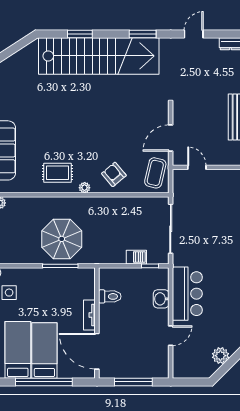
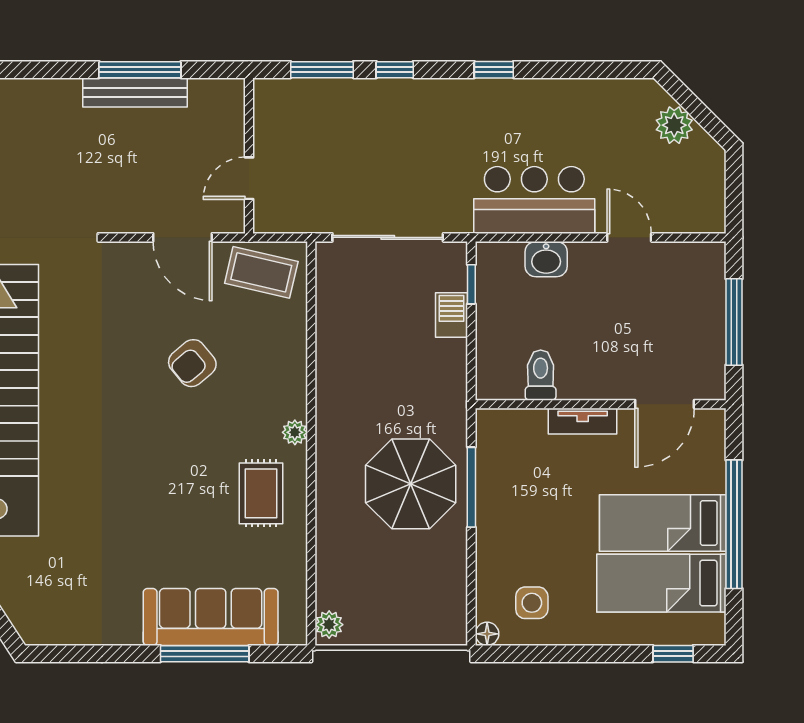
armchair: (114, 174) -> (192, 363), moved
door: (97, 351) -> (665, 404), width x0.73

